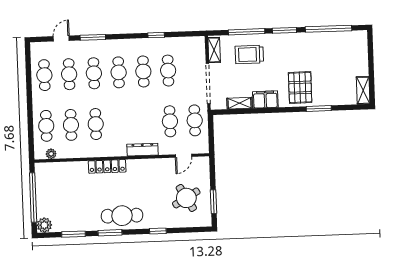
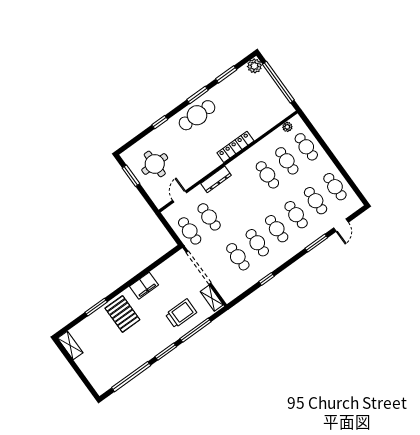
shelving: (240, 103) -> (163, 269), removed
round table: (186, 198) -> (155, 164), turned 30

